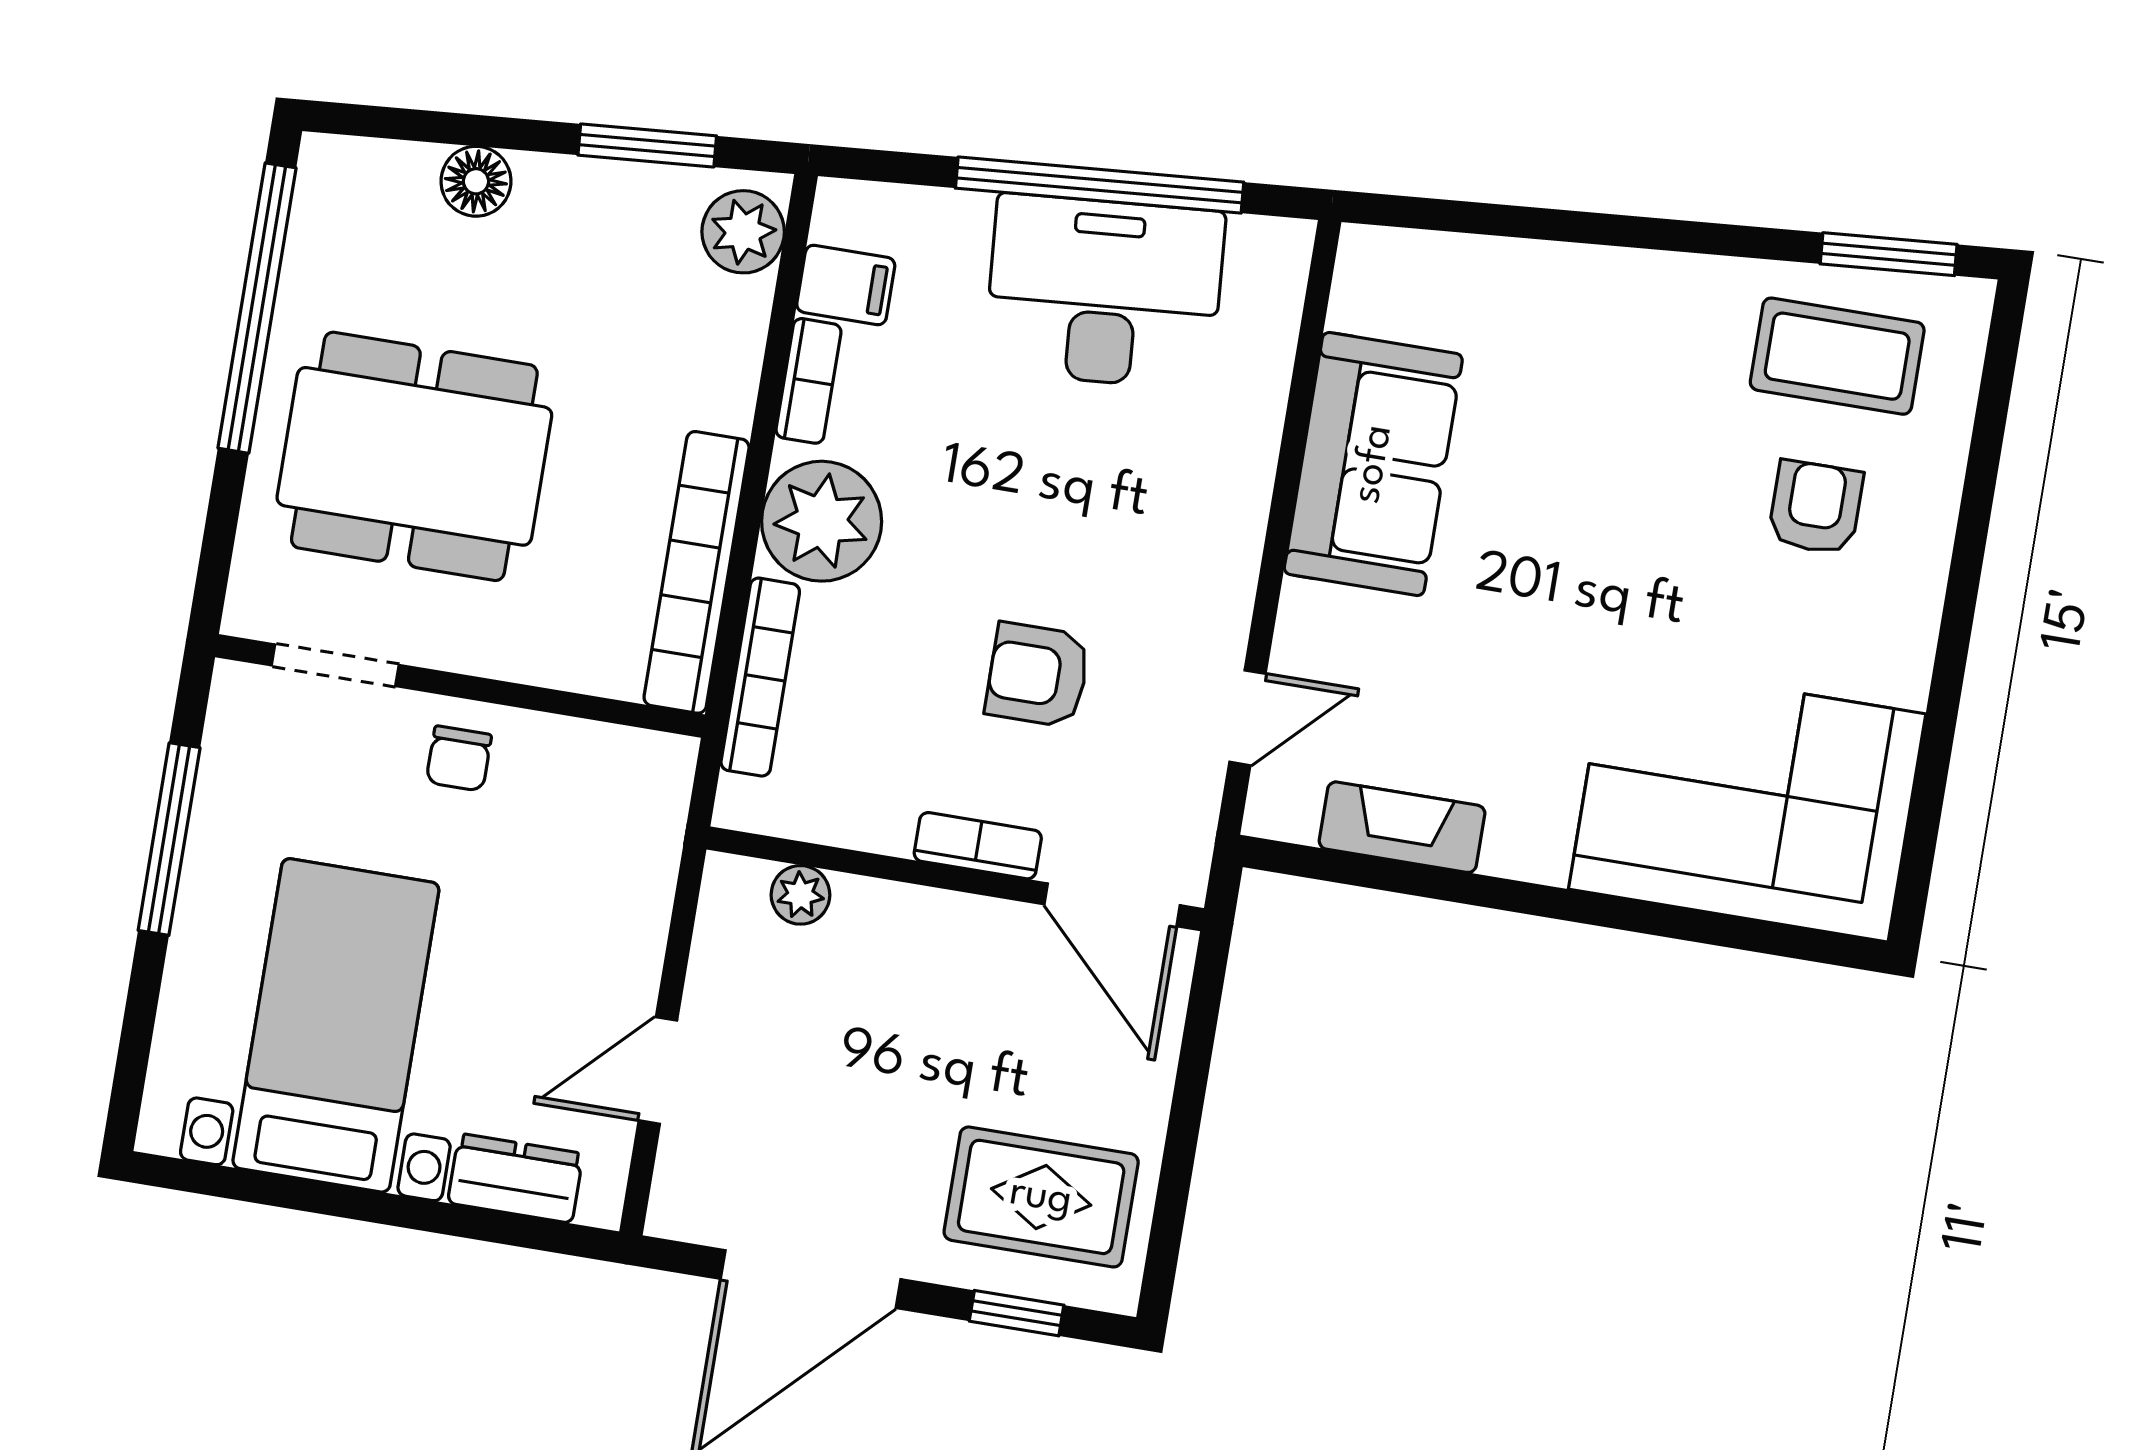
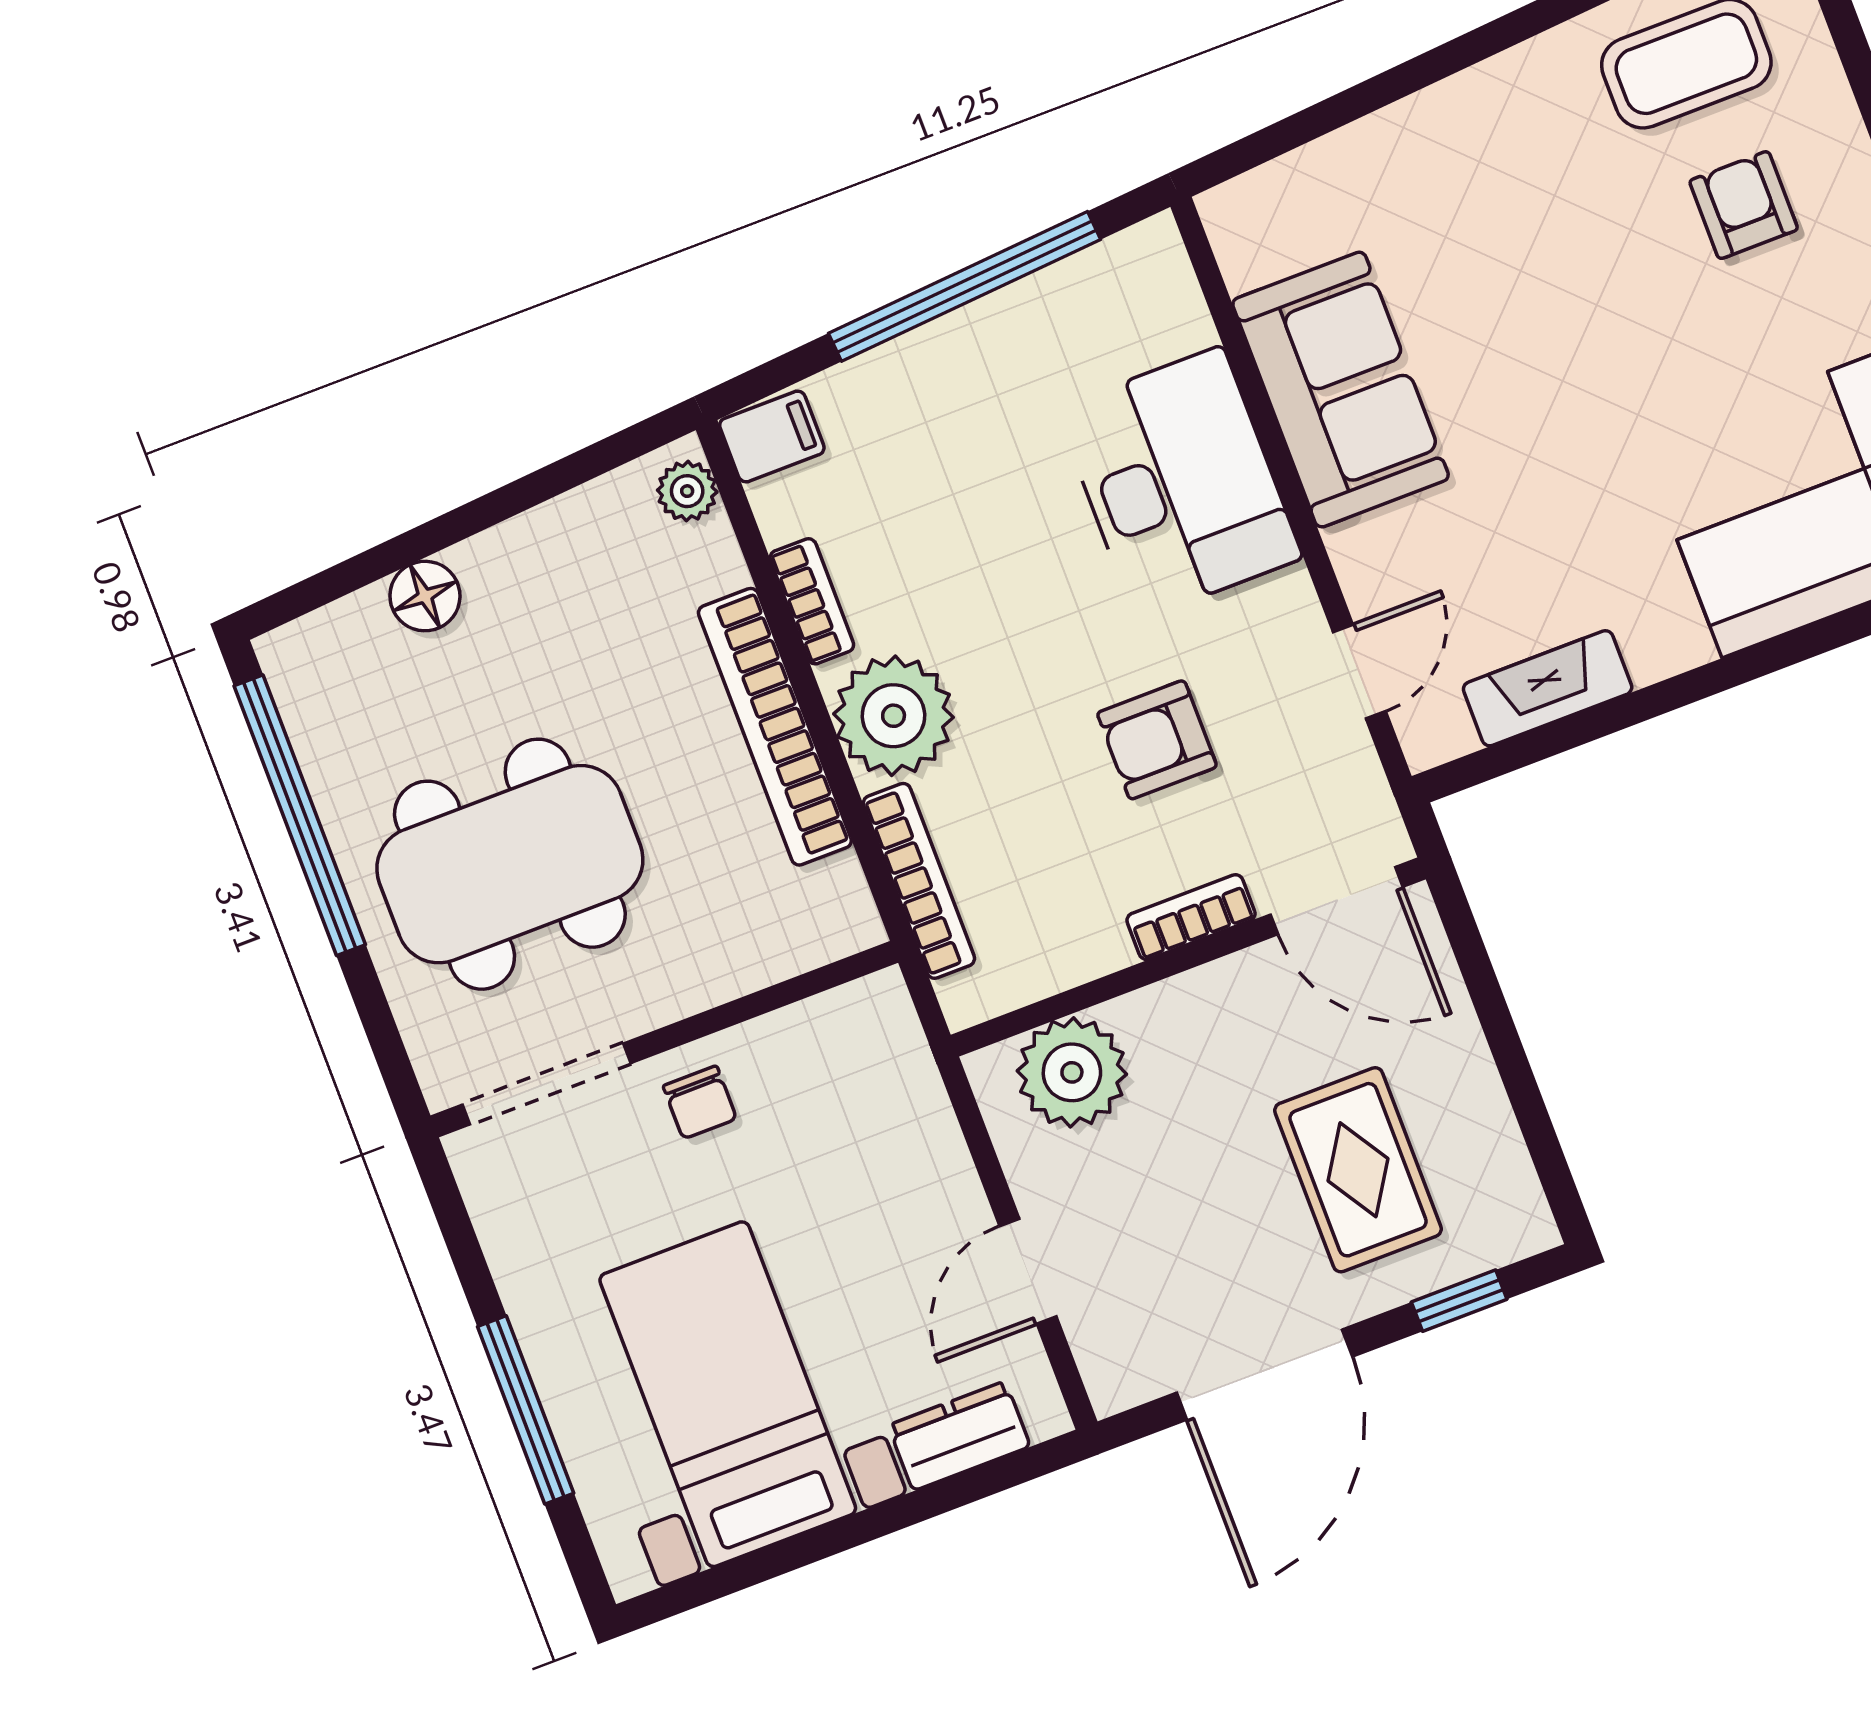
window: (647, 145) -> (555, 479), removed
plant: (743, 232) -> (687, 491), width x0.73, depth x0.73
filing cabinet: (846, 285) -> (772, 437), moved
desk: (1104, 292) -> (1179, 483), moved, turned 94
bookcase: (697, 572) -> (775, 727), moved
doorway: (335, 665) -> (546, 1084), width x1.38
window: (169, 839) -> (526, 1410), moved
plant: (800, 895) -> (1072, 1072), width x1.87, depth x1.87
rug: (1041, 1197) -> (1358, 1170), moved, turned 90

